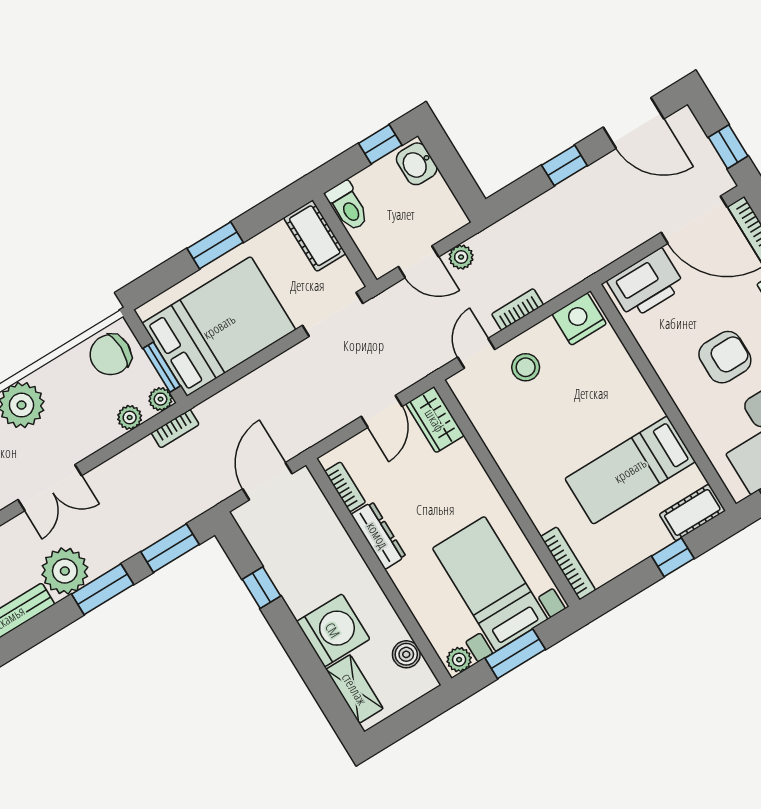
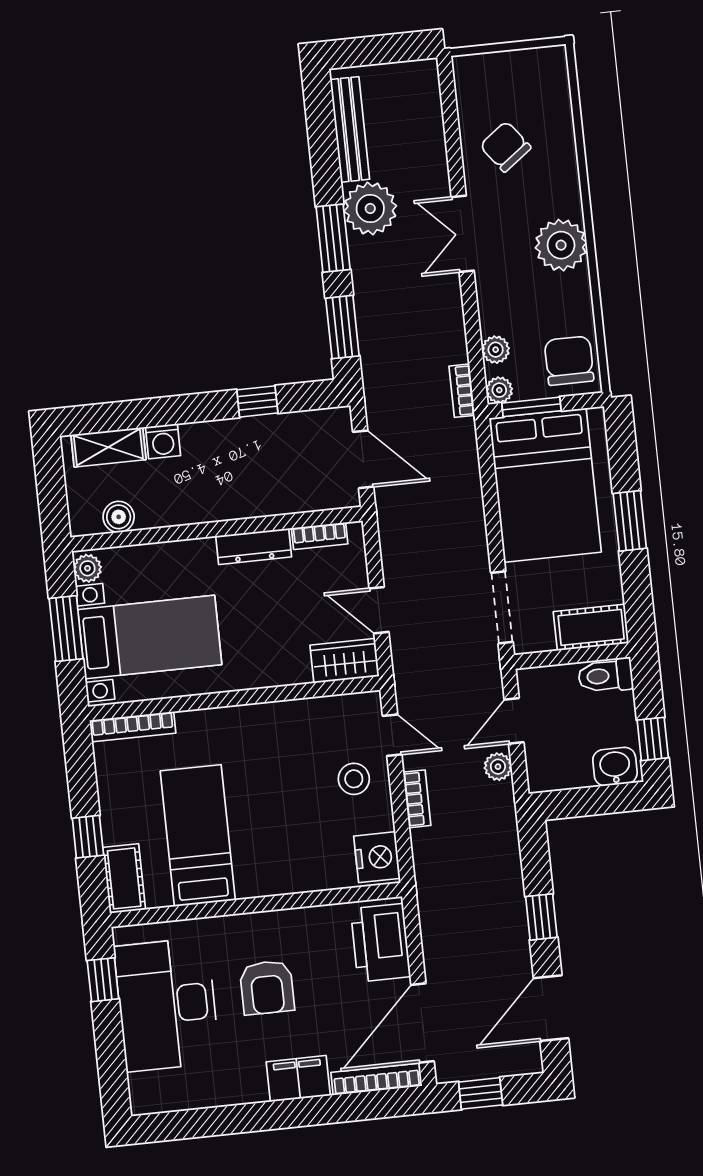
washing machine: (333, 630) -> (163, 441), width x0.53, depth x0.53

